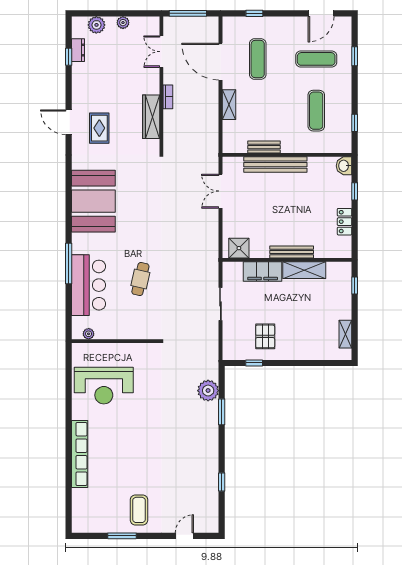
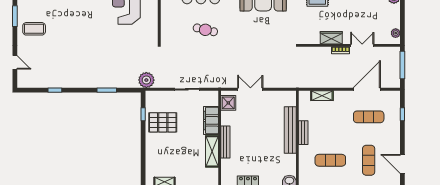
plant: (123, 23) -> (396, 33), moved
double door: (161, 52) -> (362, 45), moved
shelving: (229, 105) -> (322, 96), moved
wardrobe: (151, 117) -> (331, 38), width x0.67
bench: (264, 147) -> (303, 133), moved
double door: (220, 191) -> (250, 89), moved
pallet: (265, 336) -> (163, 122), width x1.50, depth x1.42
plant: (208, 391) -> (146, 80), moved

